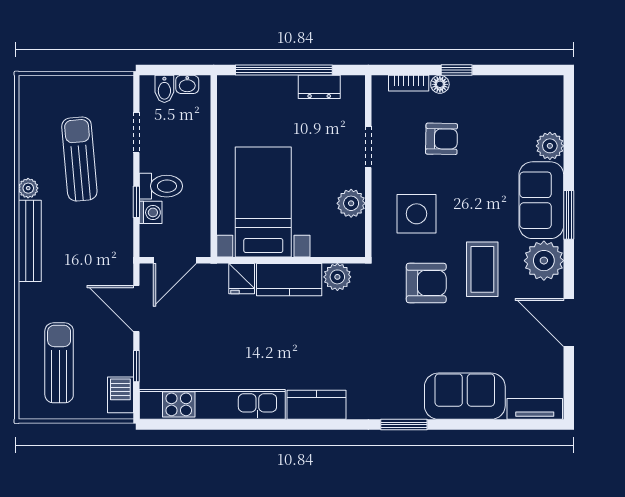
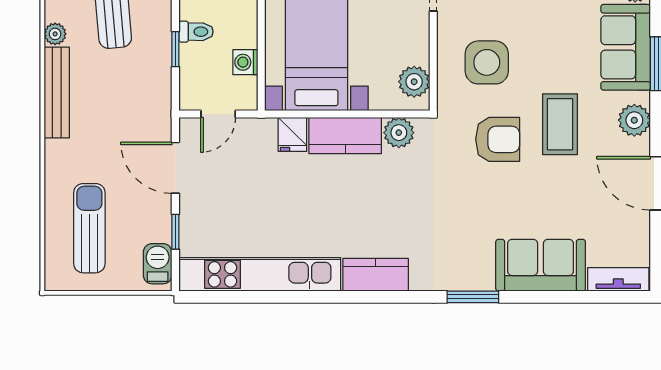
toilet: (161, 186) -> (196, 32), width x0.73, depth x0.72
plant: (351, 203) -> (414, 82), moved
washing machine: (151, 212) -> (245, 62), moved, turned 180
door: (175, 260) -> (218, 114), width x0.73
plant: (544, 261) -> (634, 120), width x0.73, depth x0.73

